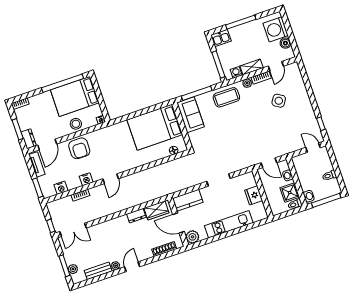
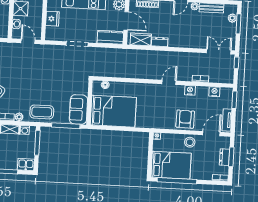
stool: (76, 124) -> (190, 142), moved
dresser: (29, 139) -> (225, 157), moved

